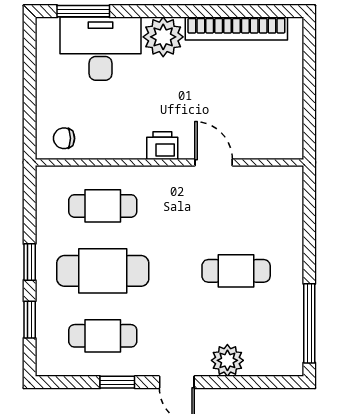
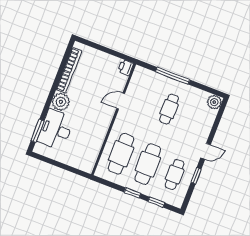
chair: (64, 138) -> (87, 159), removed
printer: (162, 146) -> (126, 68), moved
cafe table: (103, 206) -> (121, 154), width x1.37, depth x1.35
window: (309, 323) -> (173, 76), moved
plant: (227, 360) -> (214, 102), moved

